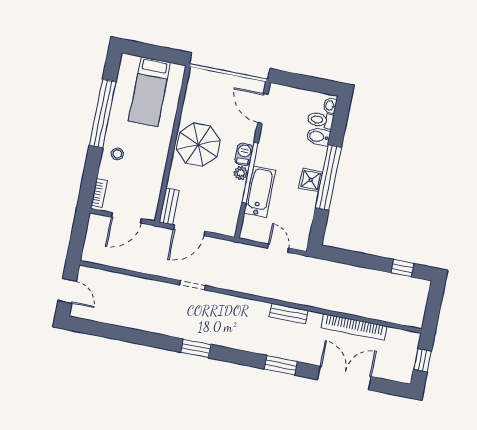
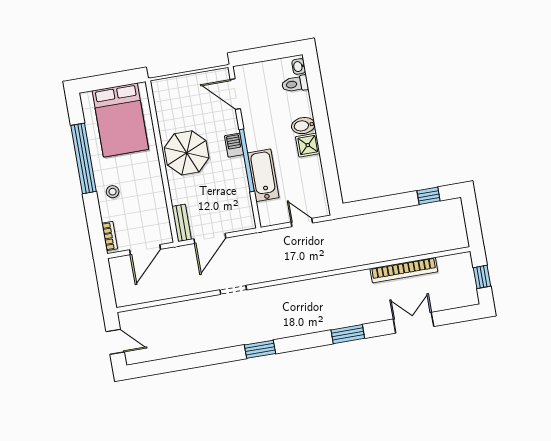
bed: (149, 92) -> (120, 120), width x1.50
bidet: (318, 137) -> (303, 126), moved
plant: (241, 173) -> (238, 164), removed
window: (328, 177) -> (324, 136), removed
bench: (289, 314) -> (336, 282), removed
double door: (344, 378) -> (414, 323), width x0.73

